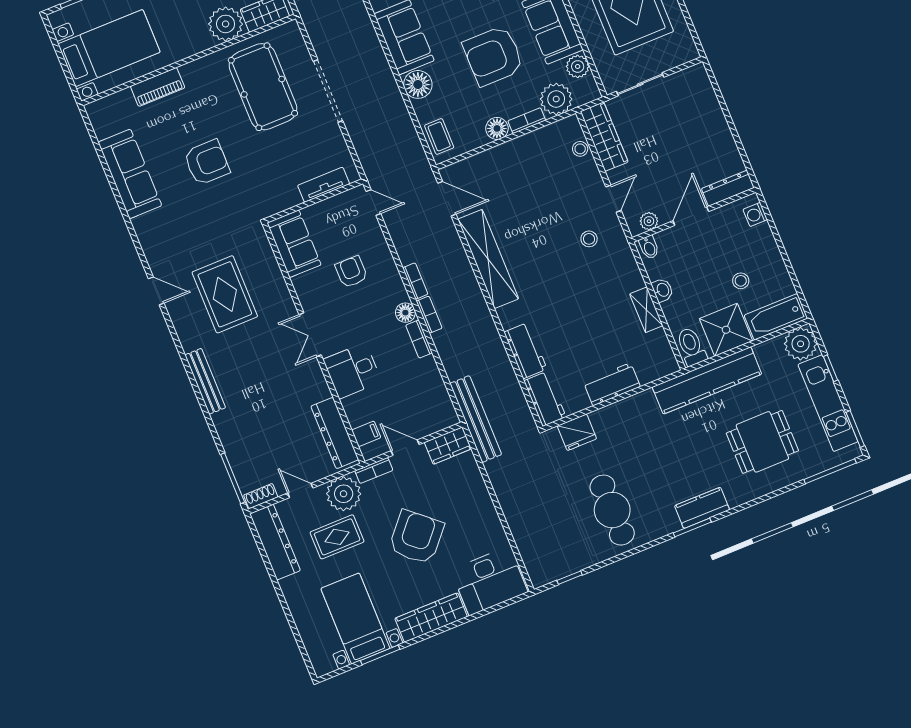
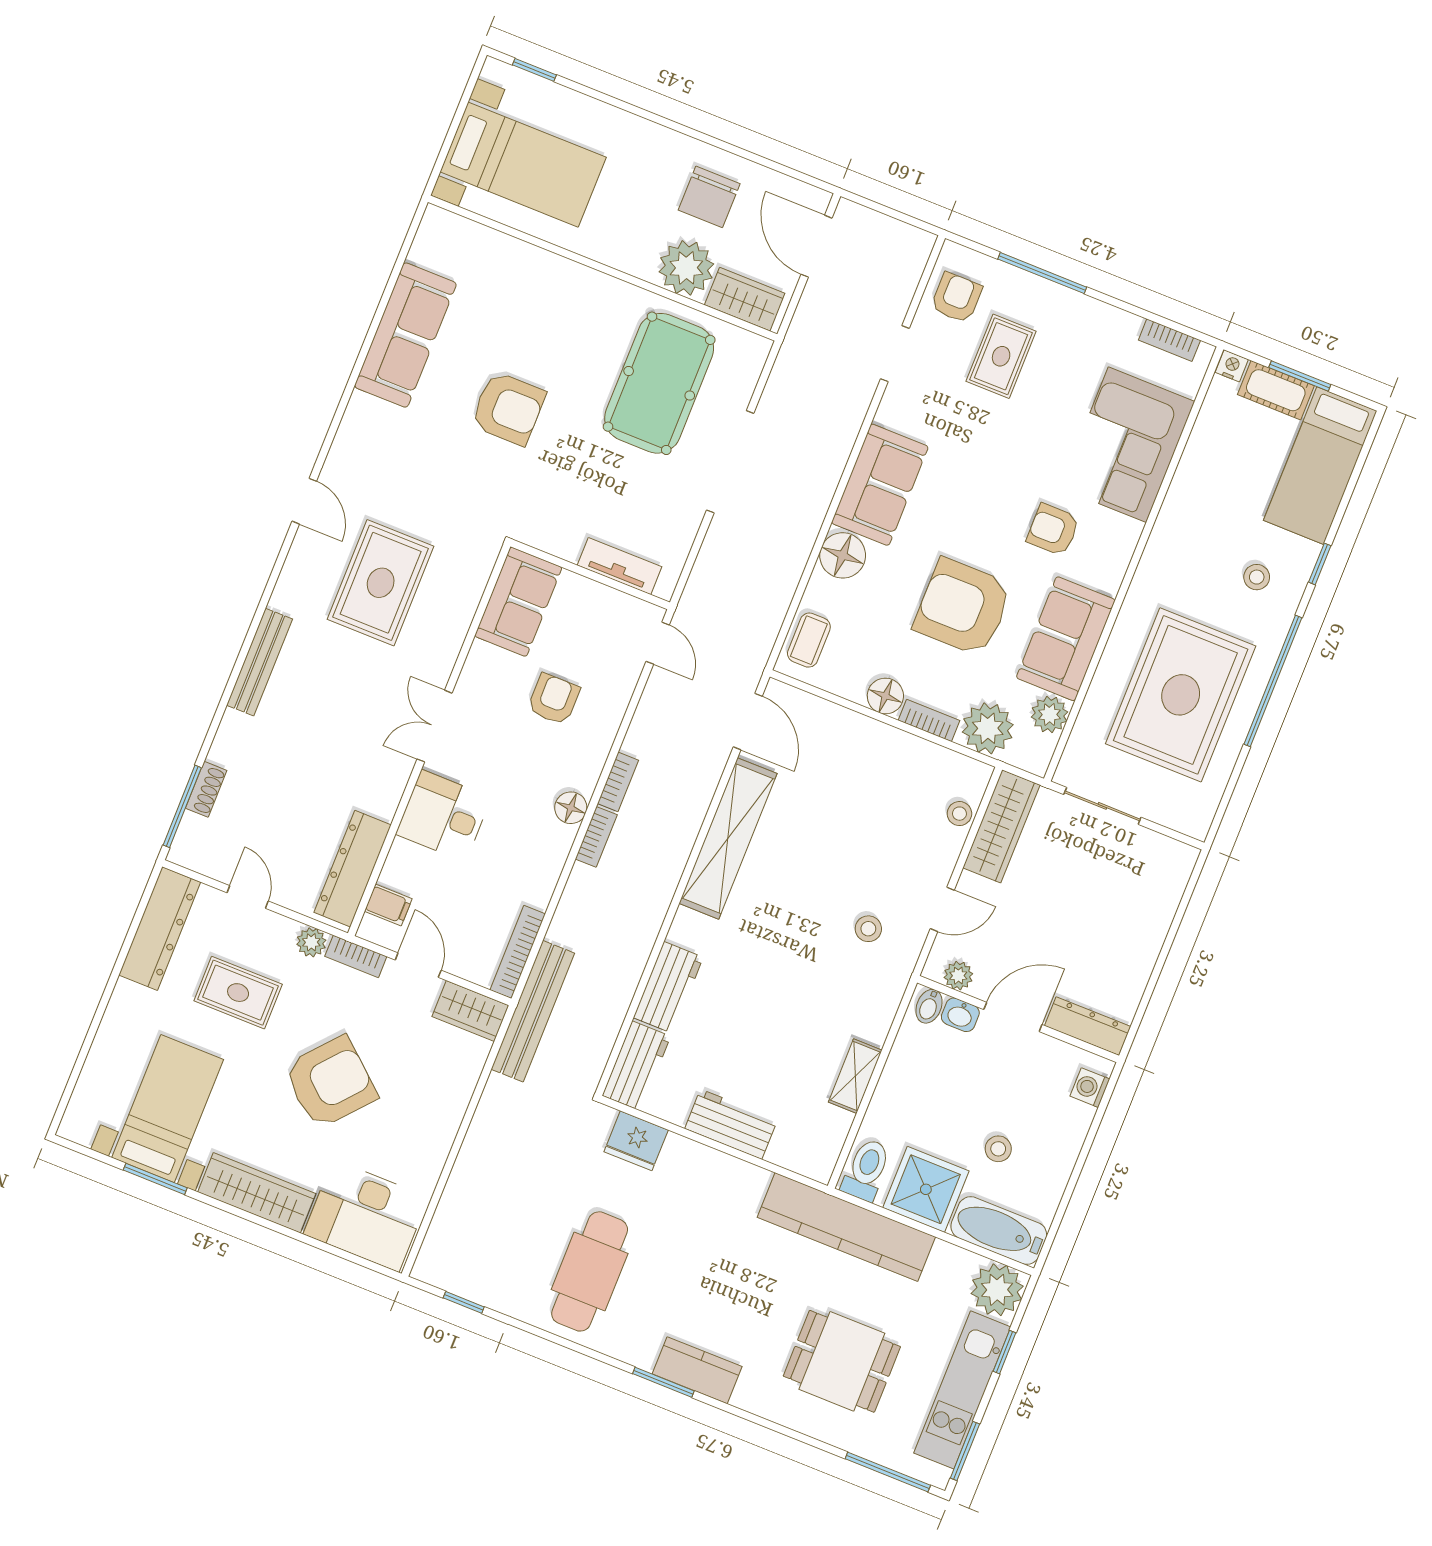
piano: (158, 87) -> (536, 265), removed
washbasin: (662, 290) -> (960, 1015), moved, turned 90
bookcase: (419, 339) -> (518, 952), moved, width x1.56
plant: (344, 494) -> (311, 942), width x0.53, depth x0.53
shoe rack: (261, 496) -> (206, 789), moved, turned 90

